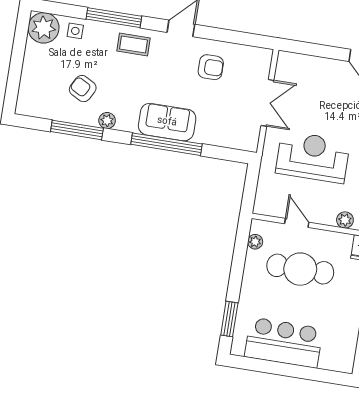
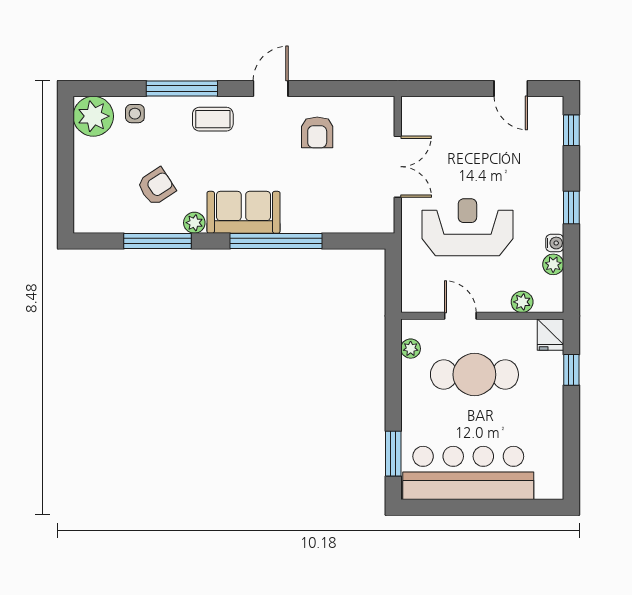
armchair: (211, 67) -> (317, 132), turned 90
armchair: (83, 89) -> (156, 187), turned 119
sofa: (167, 122) -> (243, 212), moved
bar counter: (284, 343) -> (468, 473), width x1.36

